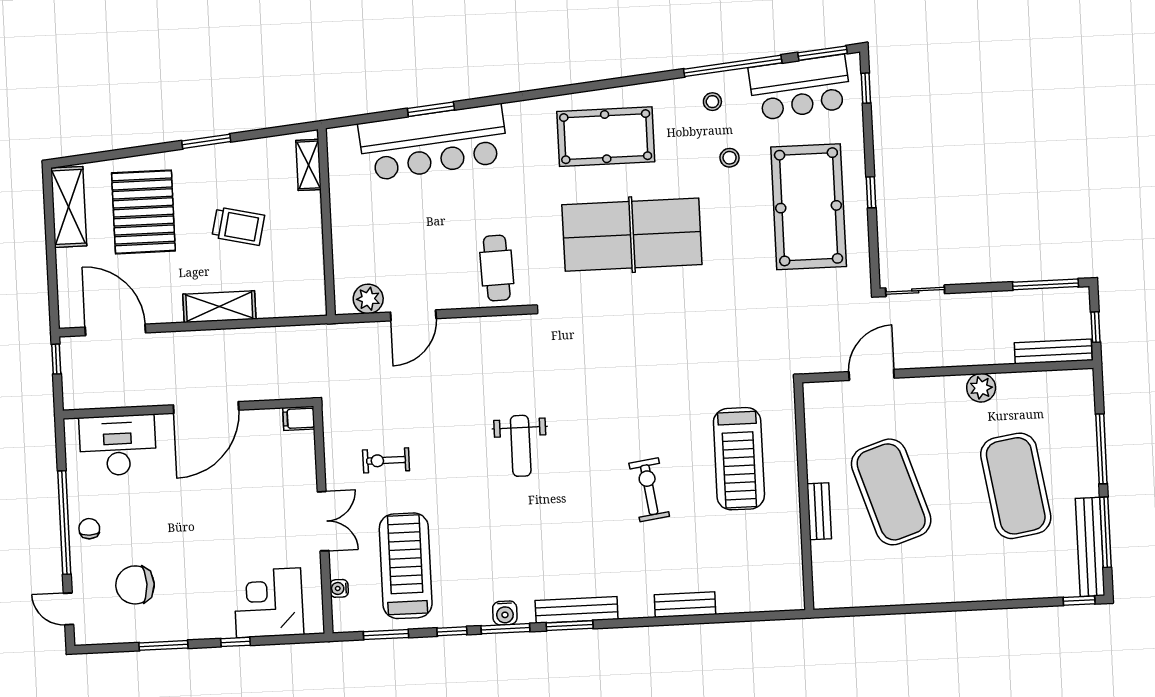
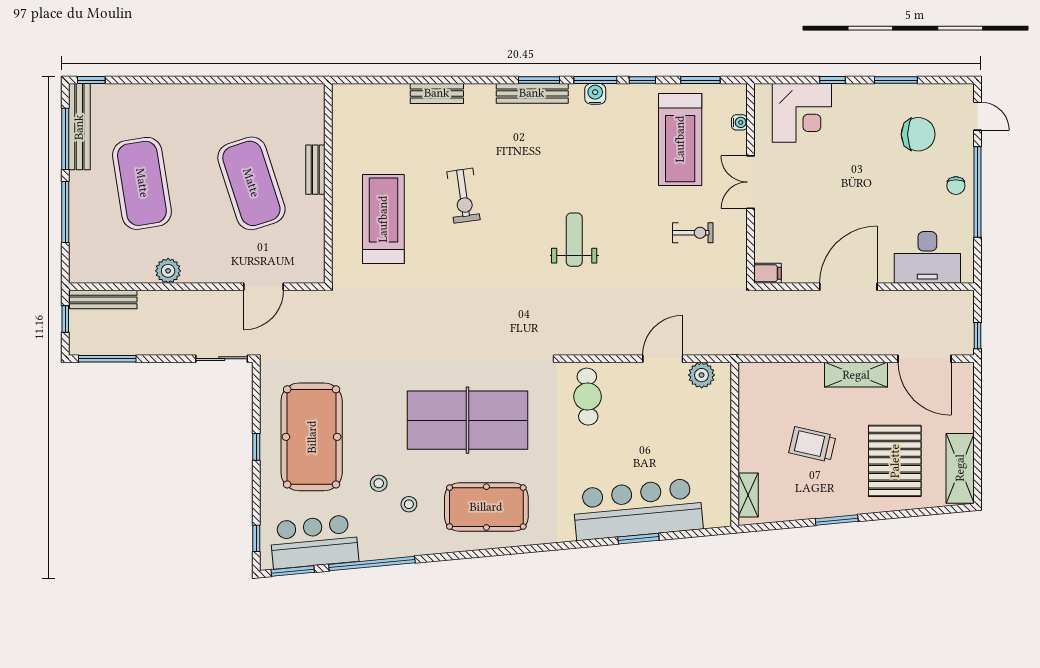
stool: (712, 102) -> (409, 504), moved
shelving: (219, 307) -> (856, 375), moved

